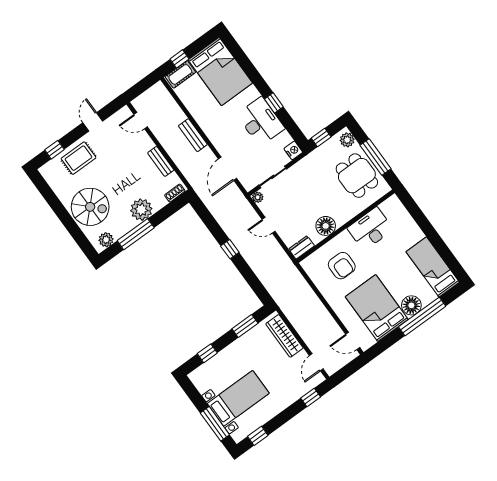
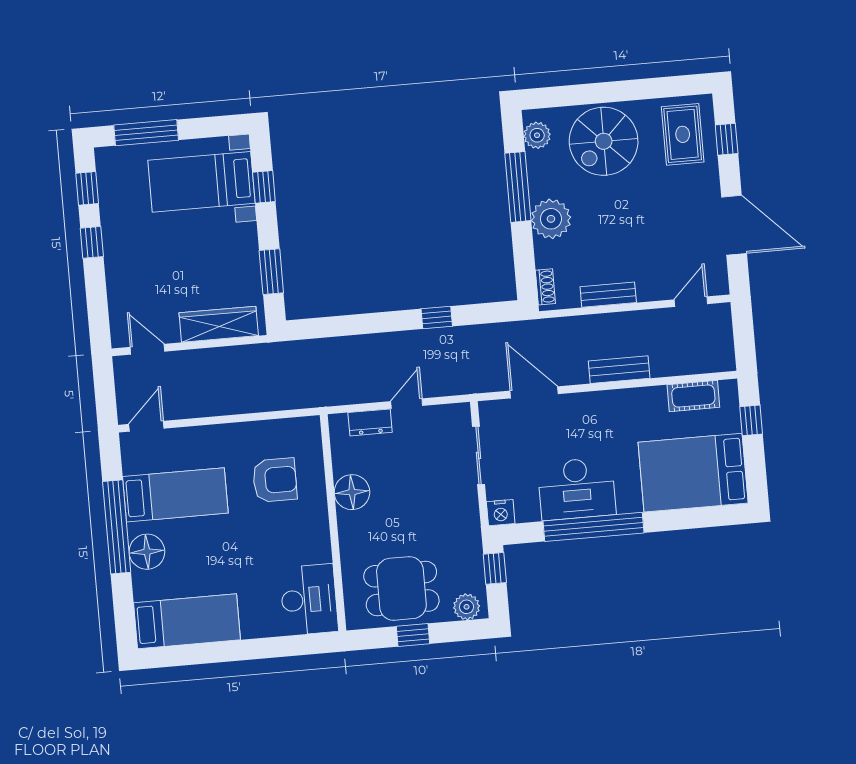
cot: (180, 74) -> (693, 396), moved, turned 90
window: (274, 103) -> (593, 527), width x3.17
door: (93, 122) -> (734, 225), width x1.88
window: (376, 157) -> (413, 635), width x0.46
rug: (79, 158) -> (683, 134), moved
plant: (258, 197) -> (461, 413), removed
desk: (370, 229) -> (309, 600), moved
dresser: (302, 247) -> (370, 422), moved, turned 90
window: (230, 249) -> (437, 318), moved
armchair: (342, 266) -> (275, 480), turned 180
bed: (377, 308) -> (175, 495), width x0.67
window: (422, 317) -> (117, 527), moved
window: (311, 397) -> (92, 242), moved
bed with nightstands: (238, 398) -> (201, 182), moved, turned 90

